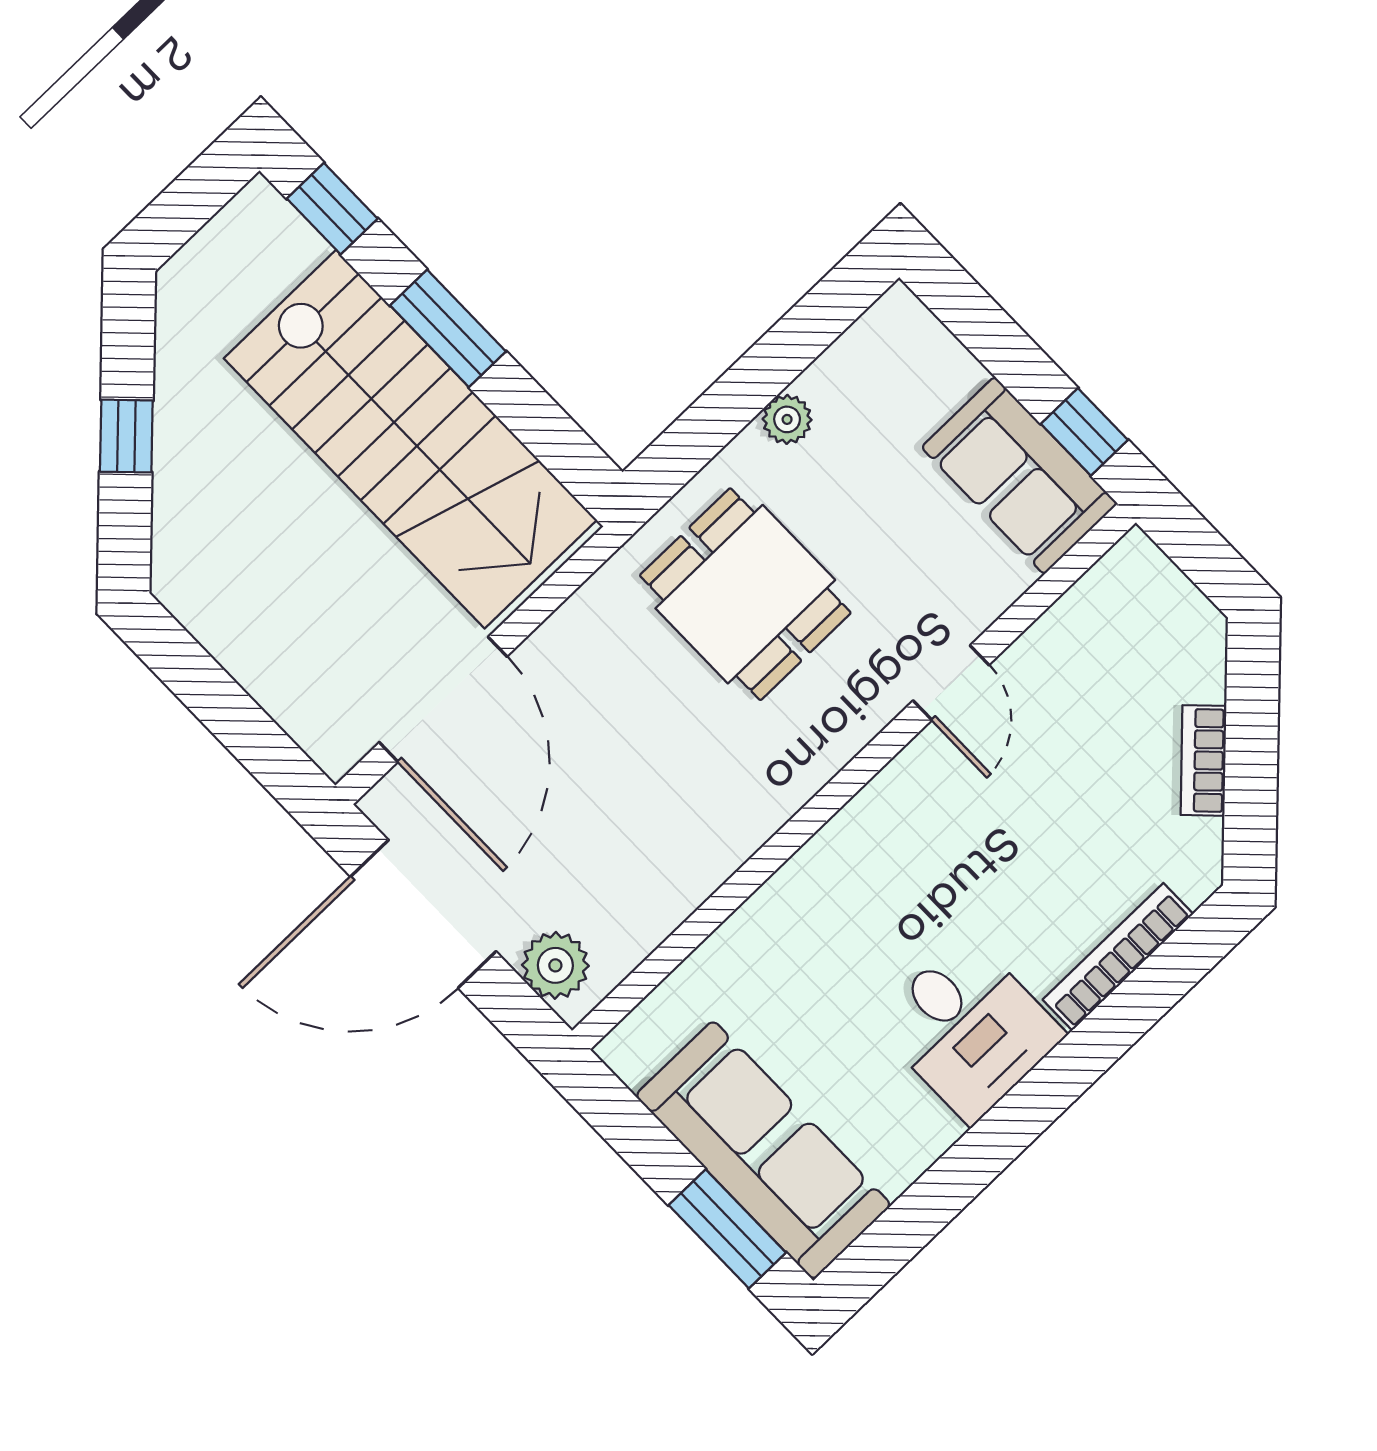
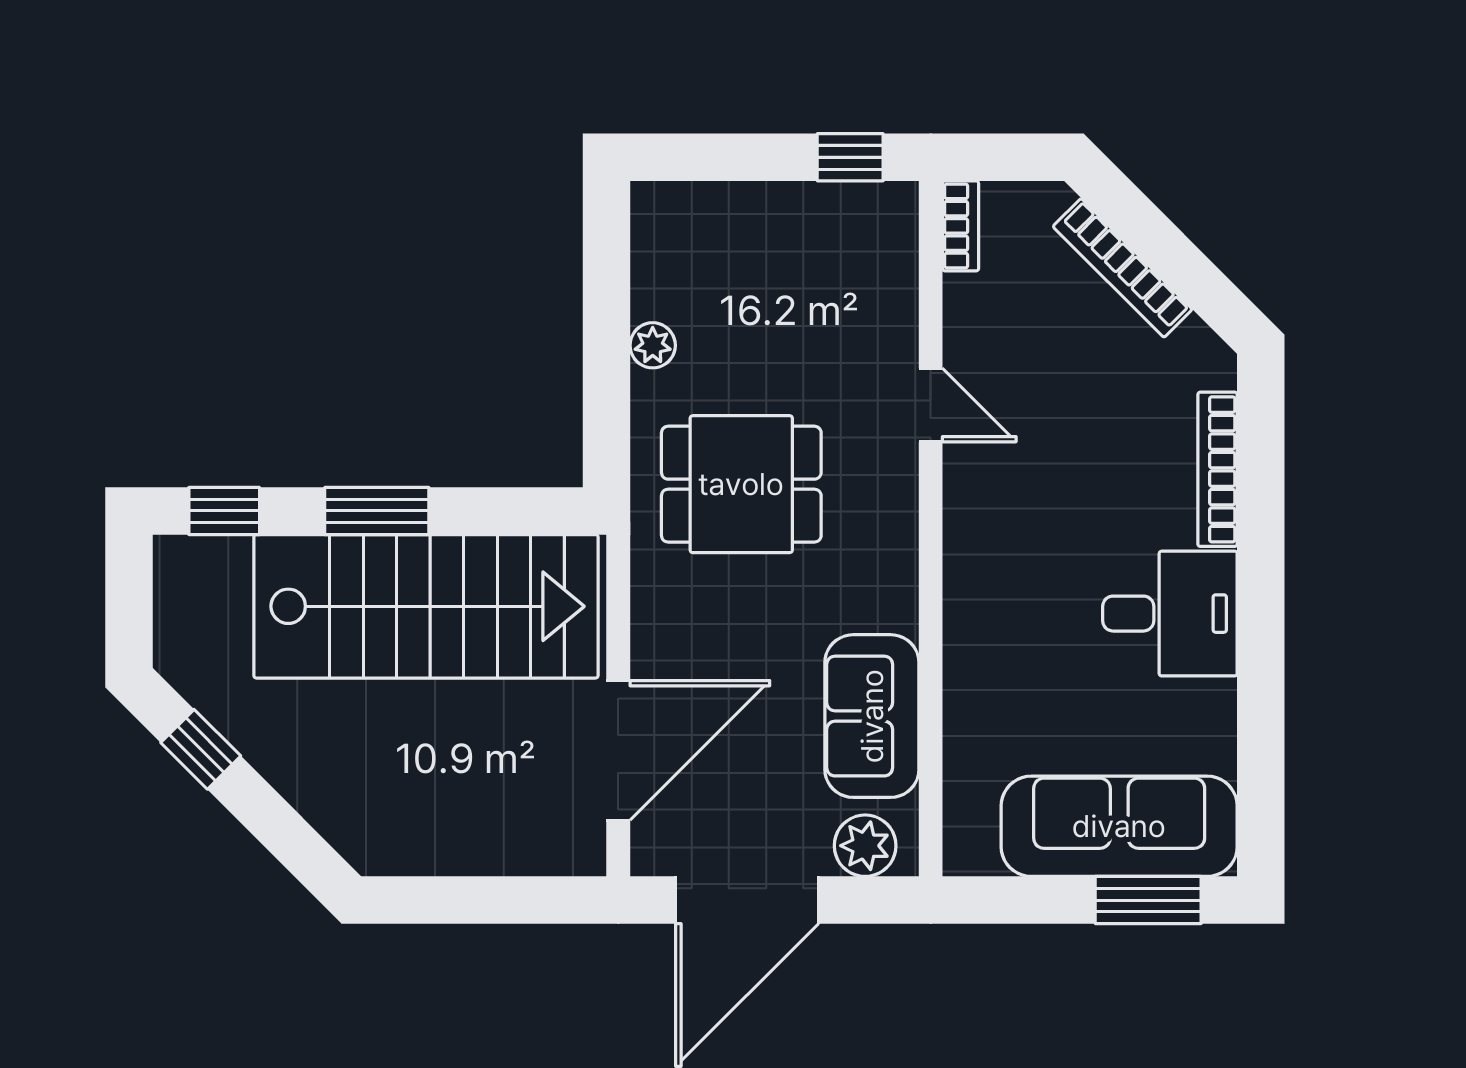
window: (126, 436) -> (201, 749), moved
sofa: (1019, 475) -> (872, 716), moved, turned 90
bookcase: (1114, 570) -> (961, 226), added
door: (443, 699) -> (618, 750), hinge flipped
bookcase: (1203, 760) -> (1123, 268), width x1.56

